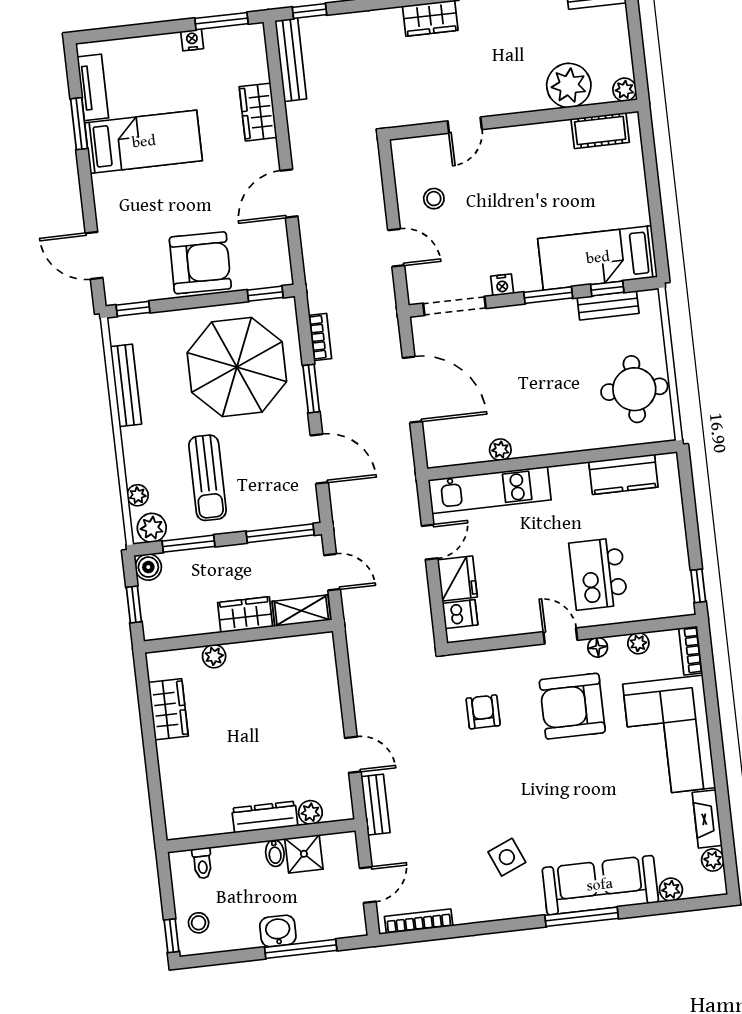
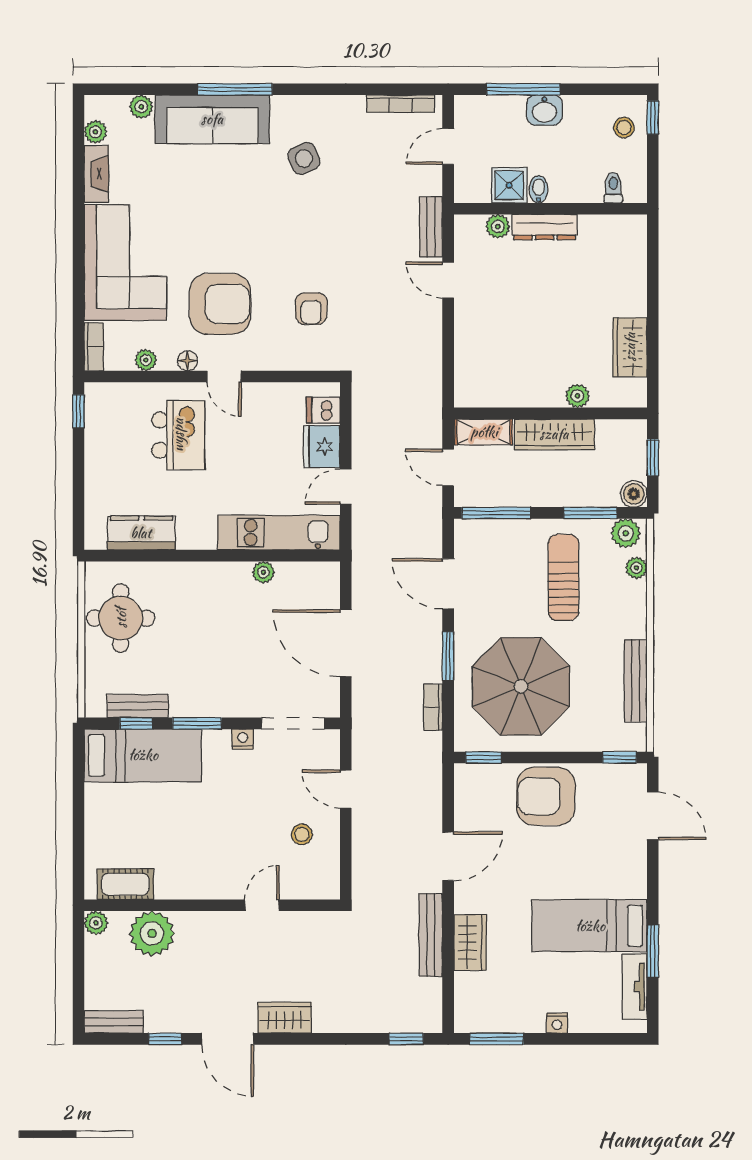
nightstand: (192, 40) -> (557, 1023), moved
bench: (291, 60) -> (431, 935), moved
wardrobe: (245, 615) -> (554, 434), width x1.50

